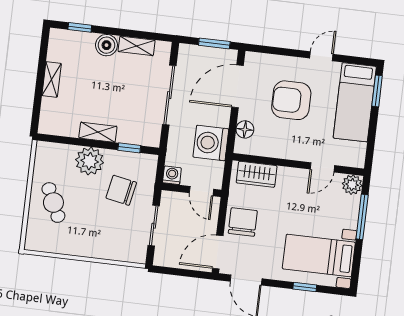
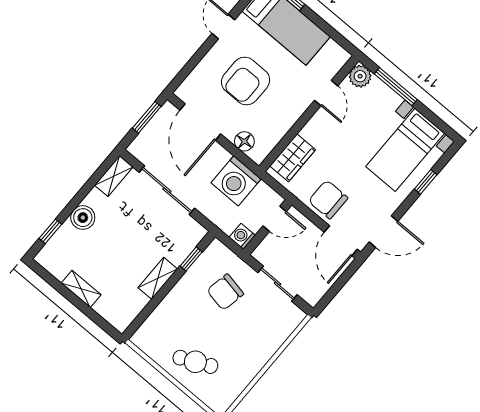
shelving: (137, 46) -> (114, 176), moved
plant: (90, 161) -> (179, 303), removed

